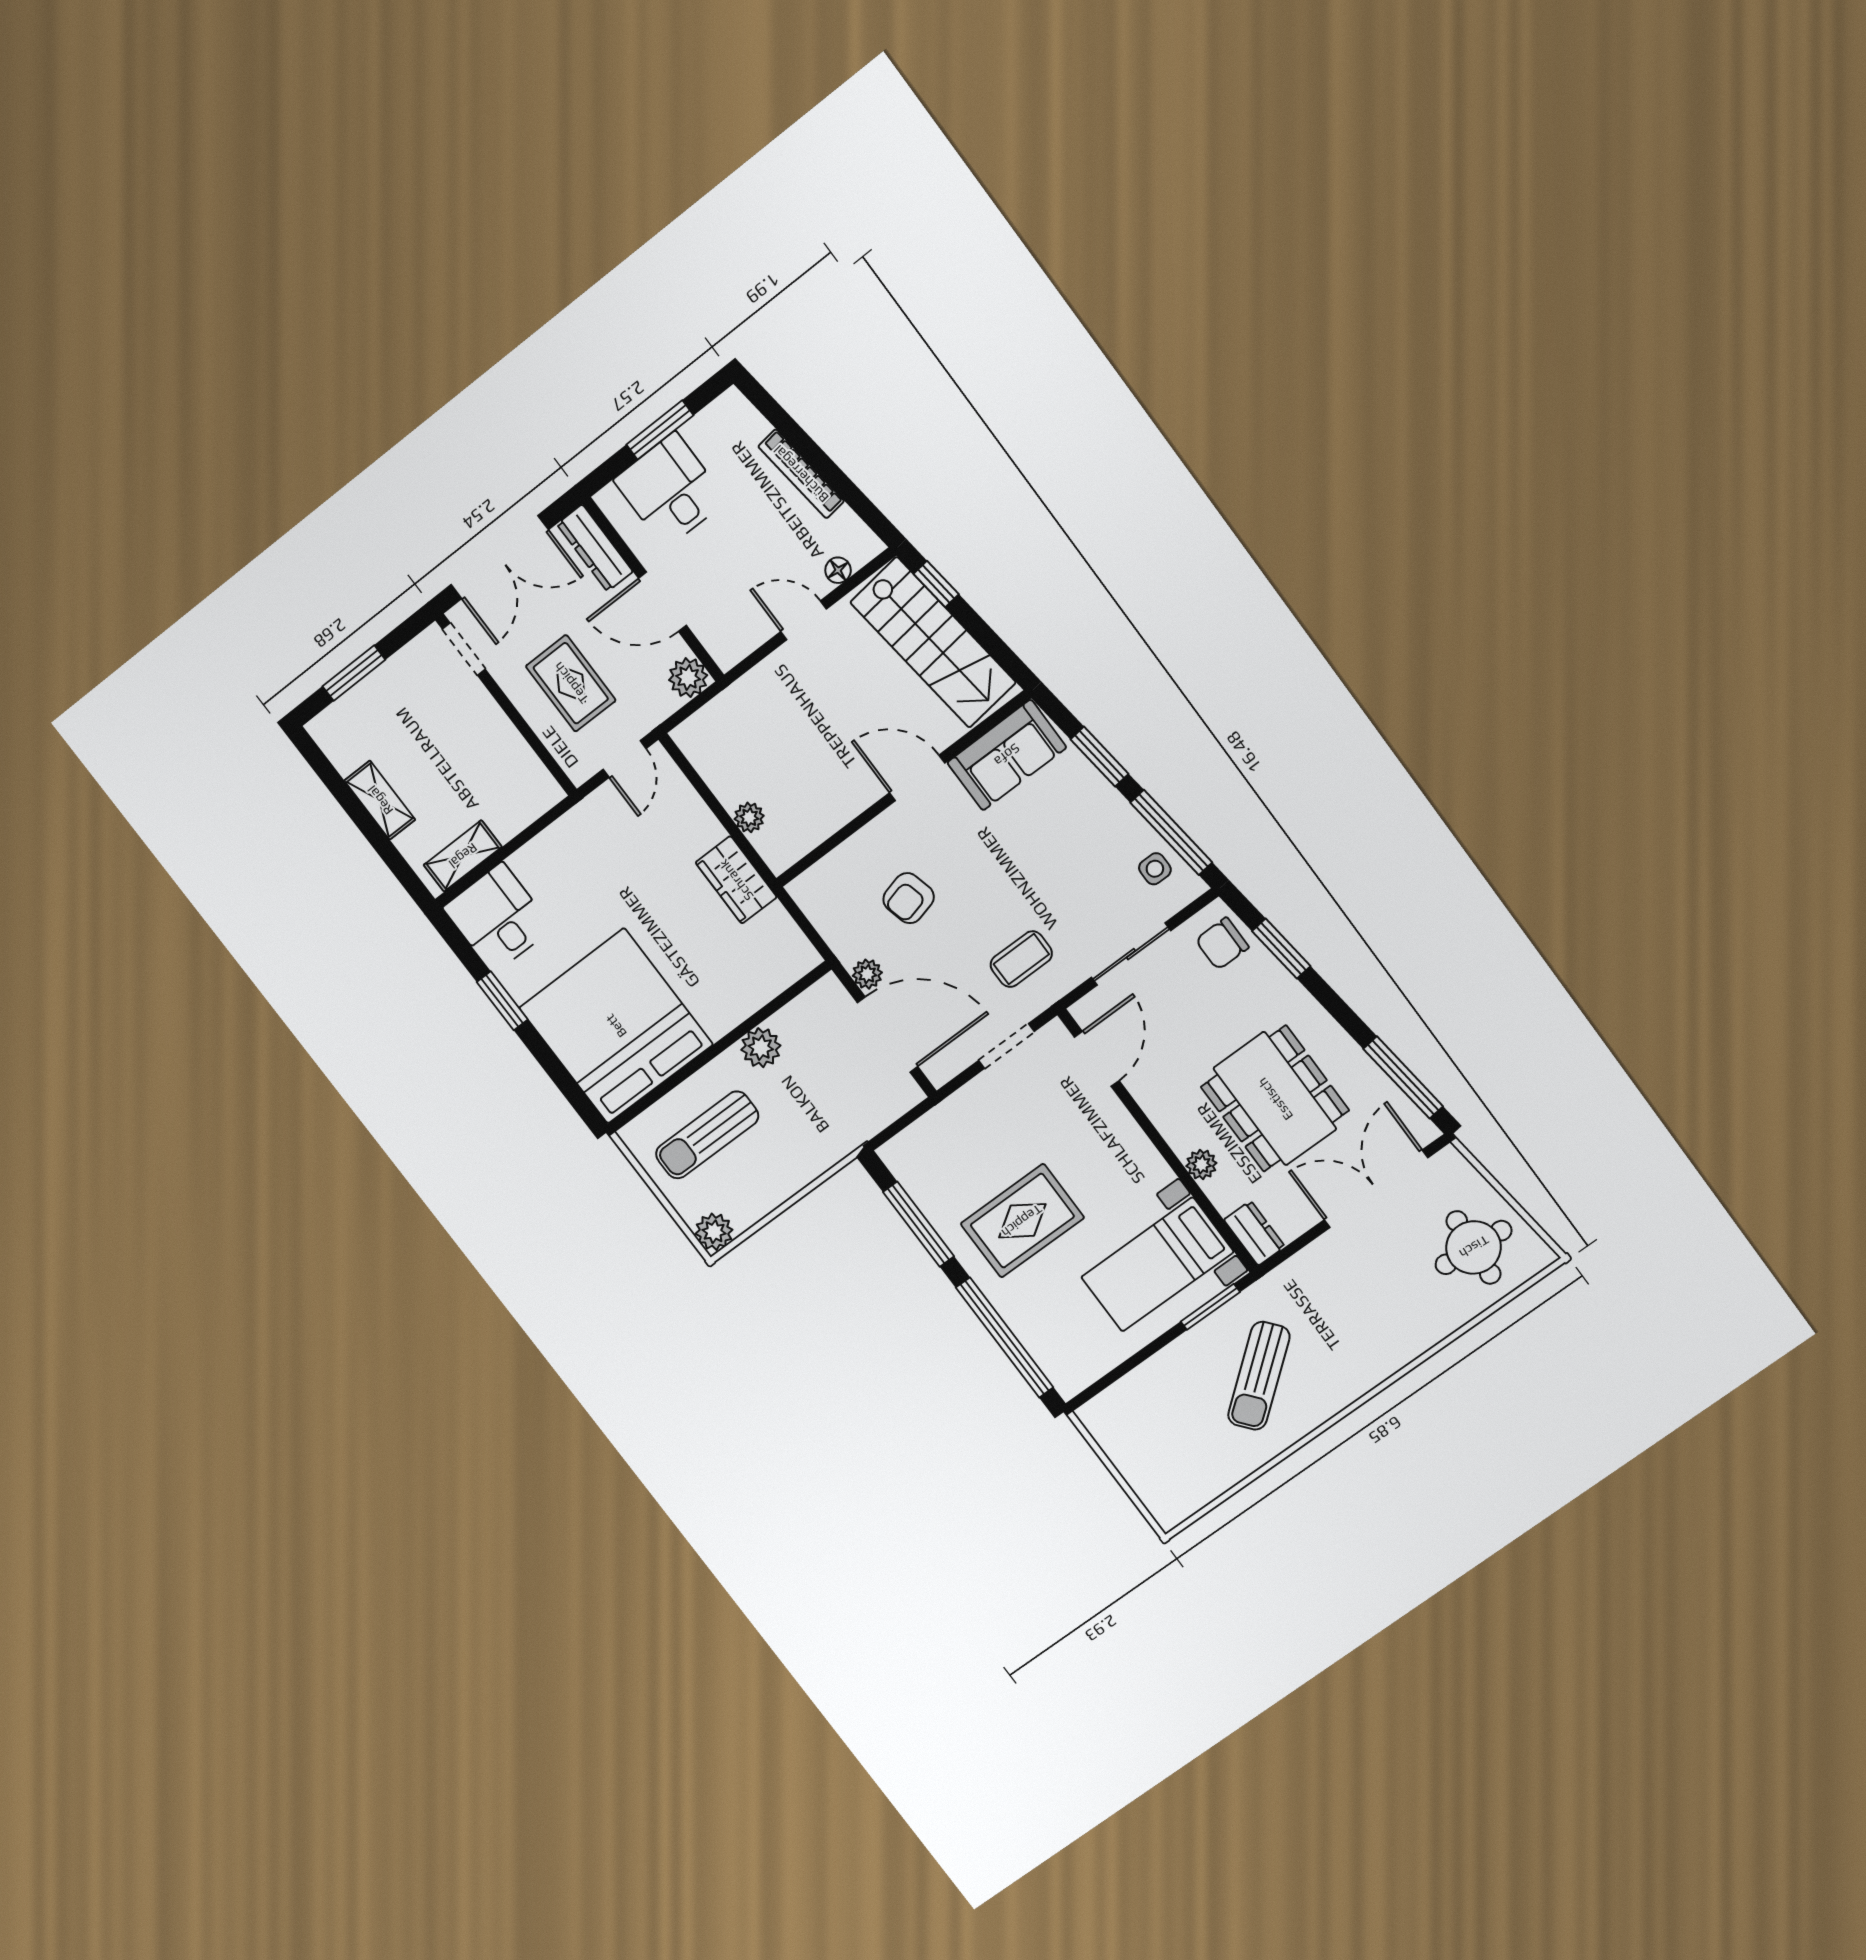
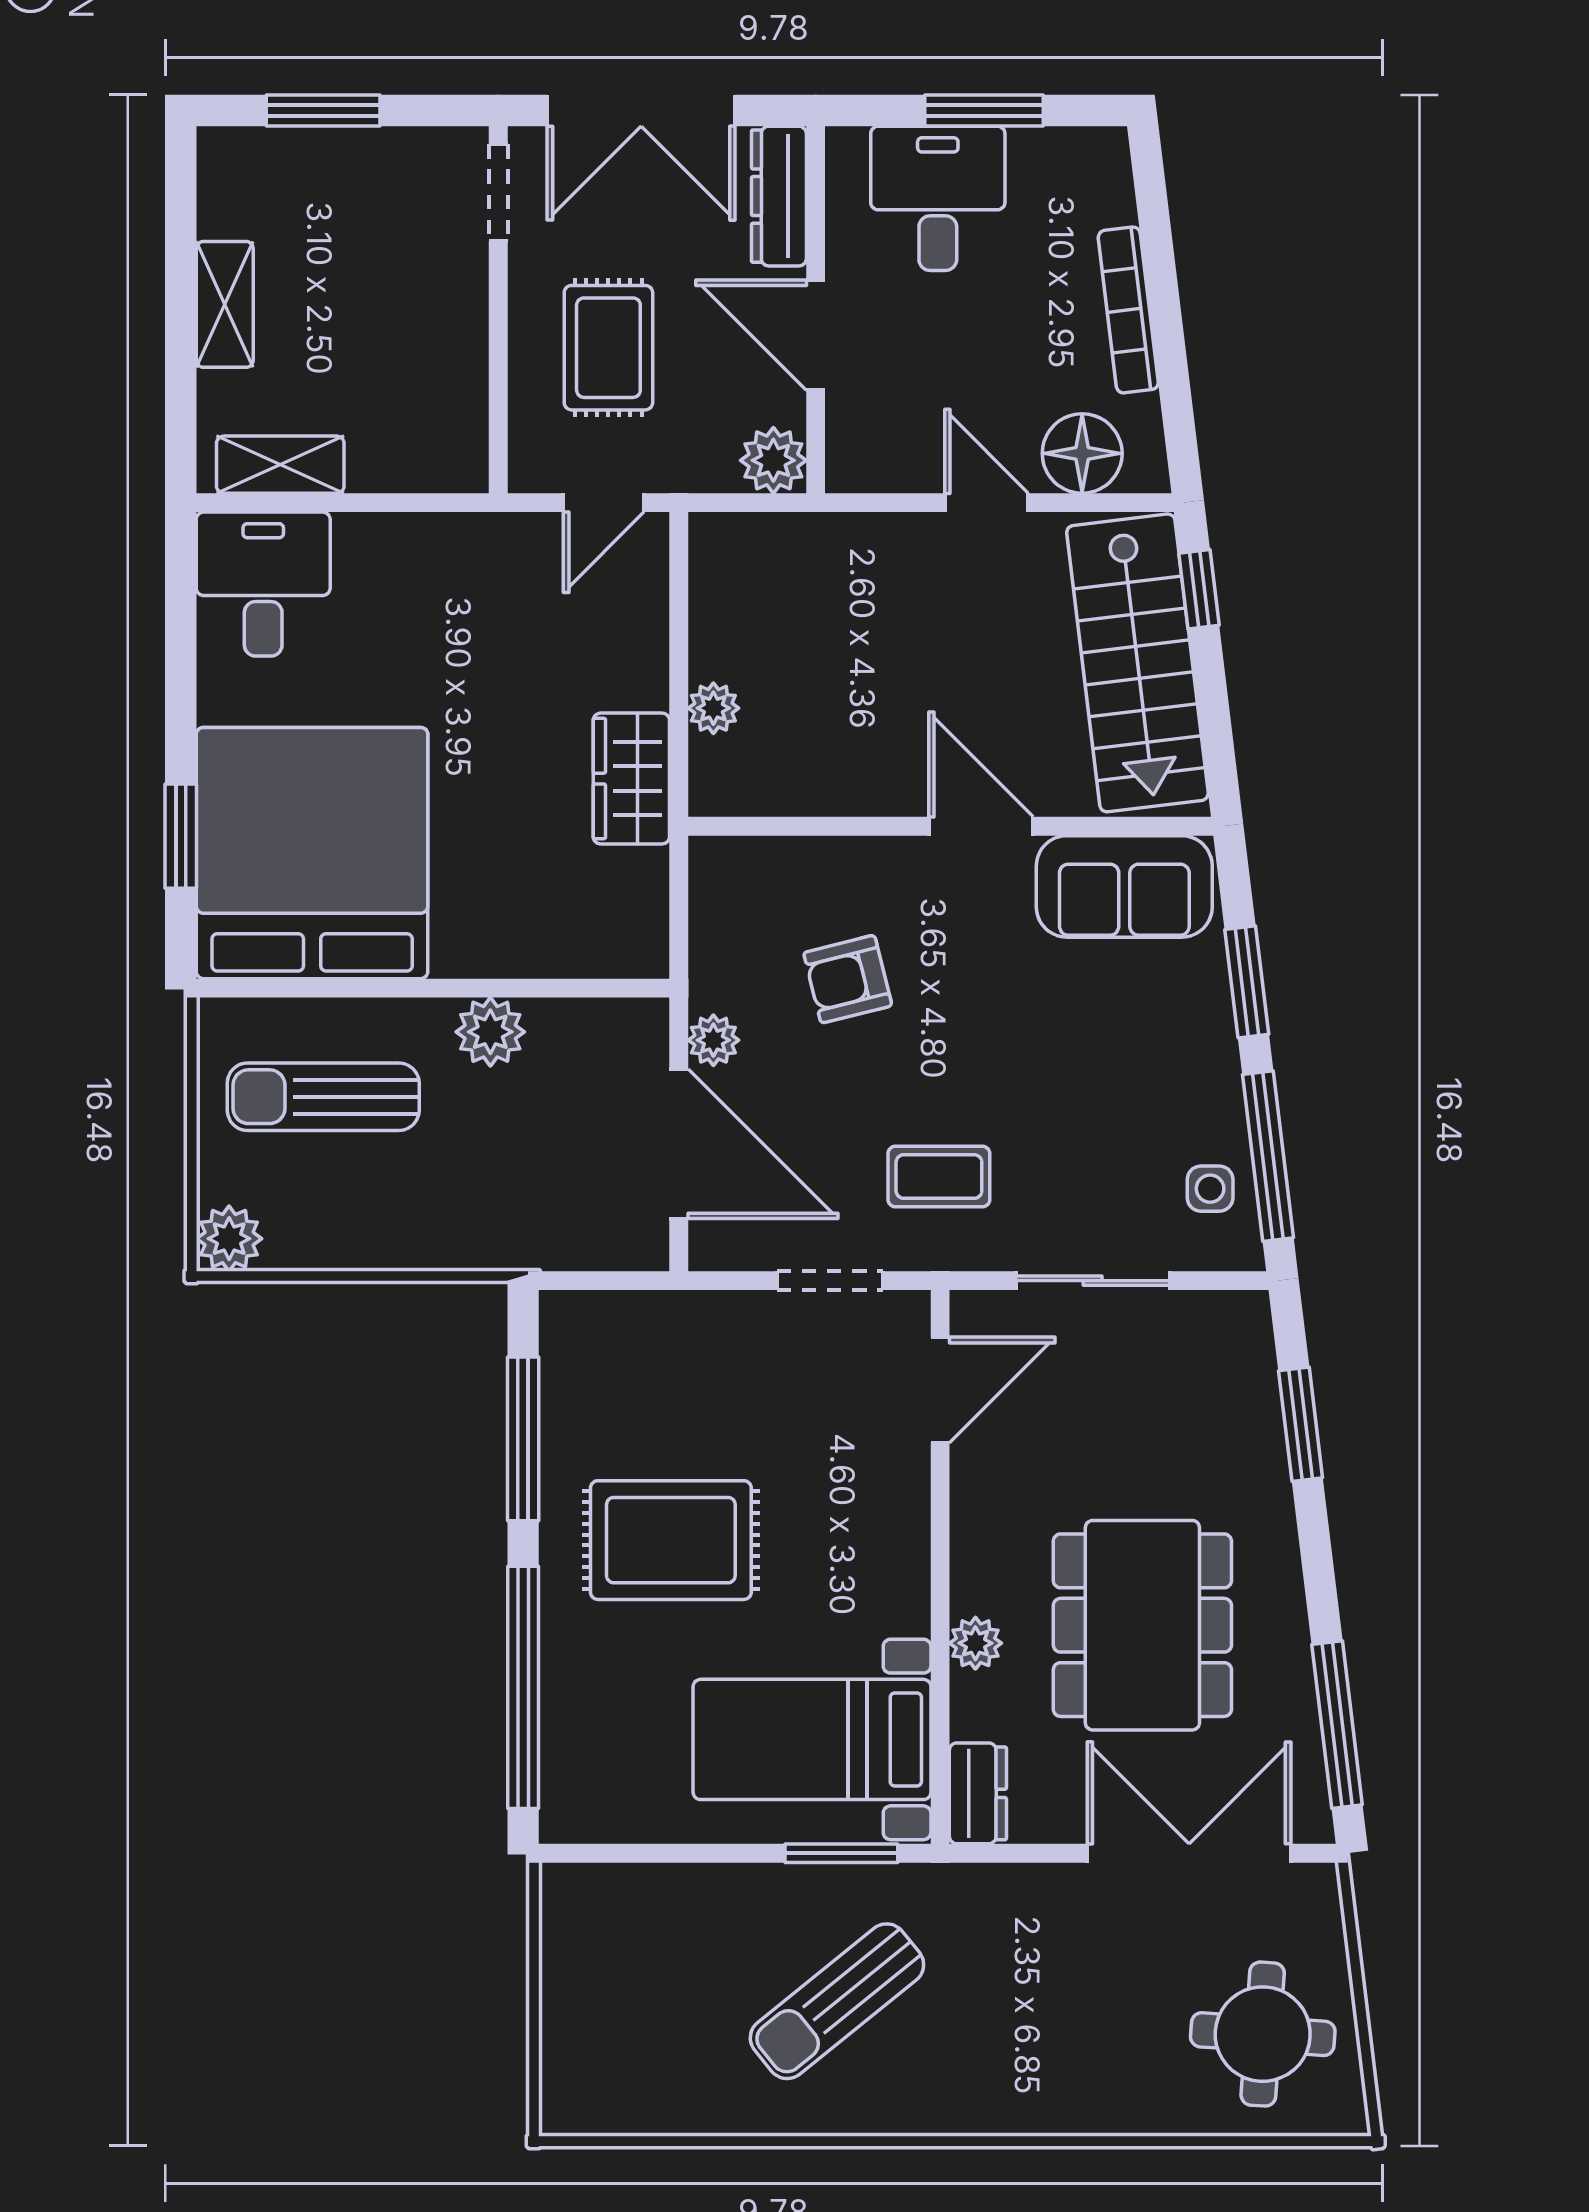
floor lamp: (838, 570) -> (1082, 453), width x1.89, depth x1.89
chair: (1222, 944) -> (1226, 1358), removed
window: (502, 1001) -> (181, 836), moved

